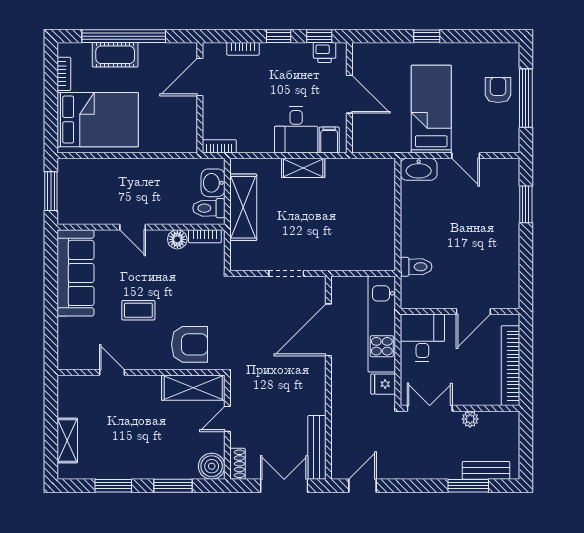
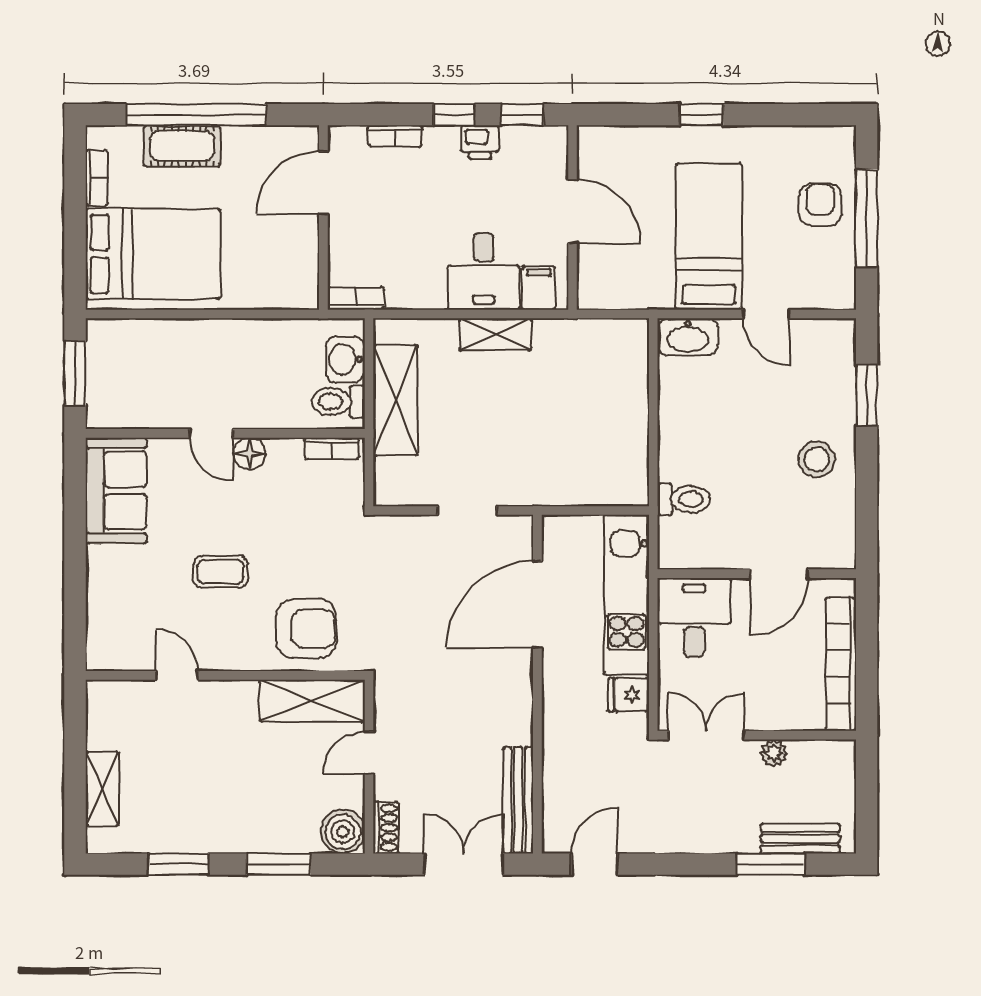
printer: (325, 52) -> (480, 142), moved
floor lamp: (177, 239) -> (249, 454), moved
stool: (496, 243) -> (817, 459), added
sofa: (76, 273) -> (116, 490), width x0.73

